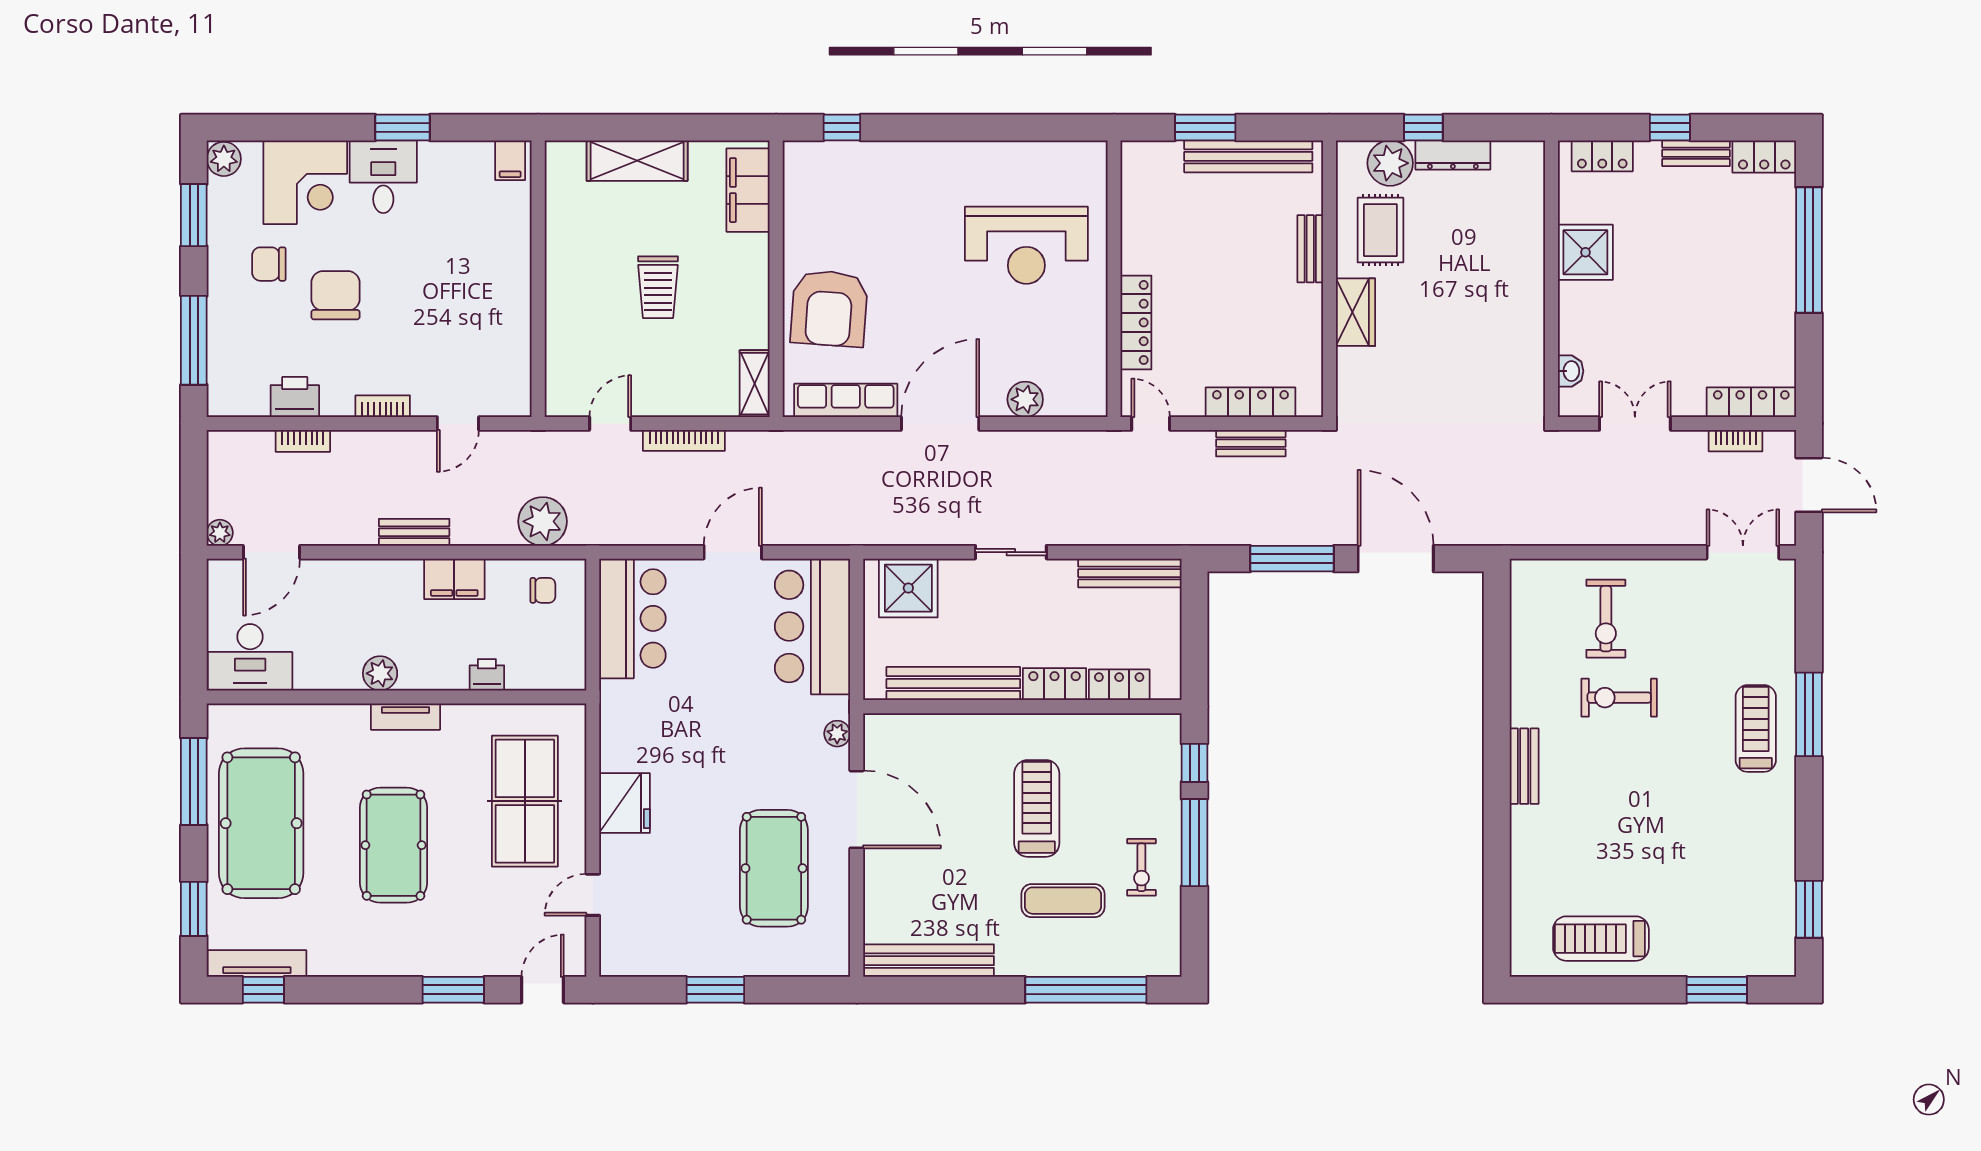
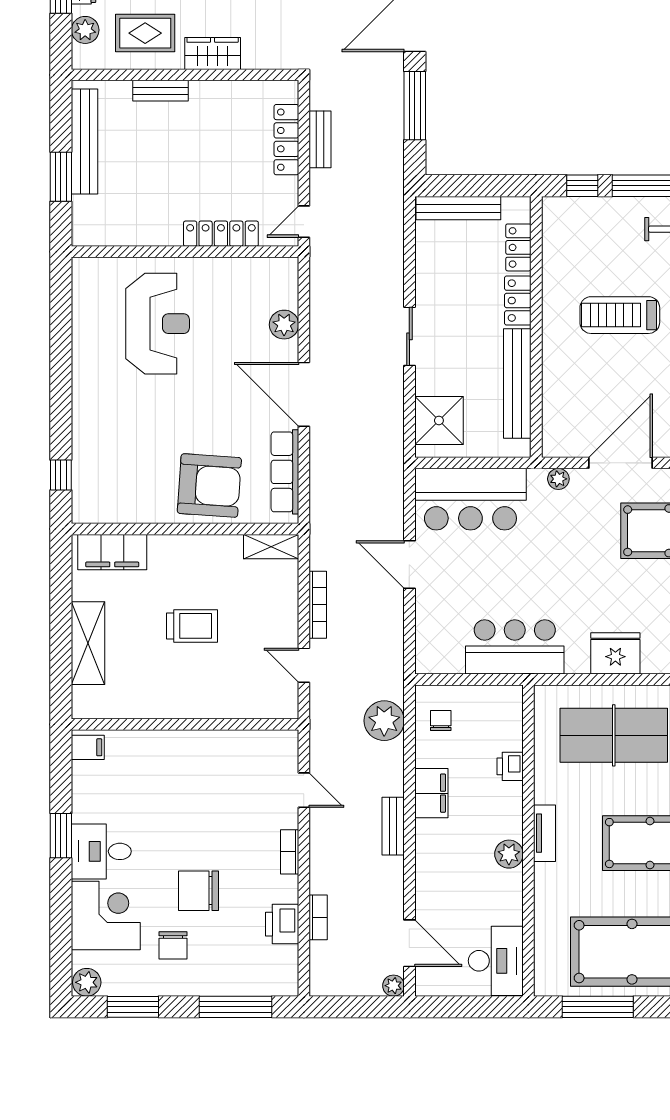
plant: (1390, 163) -> (85, 30), width x0.73, depth x0.73
bench: (1130, 573) -> (458, 208), moved, turned 90
bar counter: (632, 618) -> (515, 647), moved

